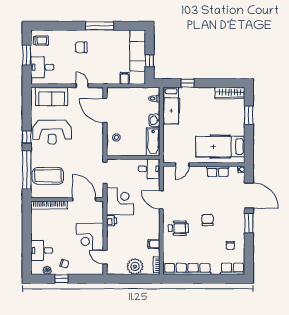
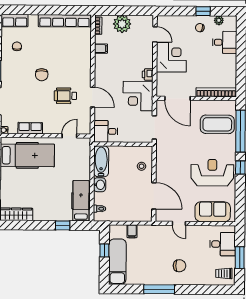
wheelchair: (178, 228) -> (65, 96), moved

